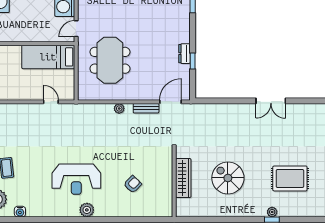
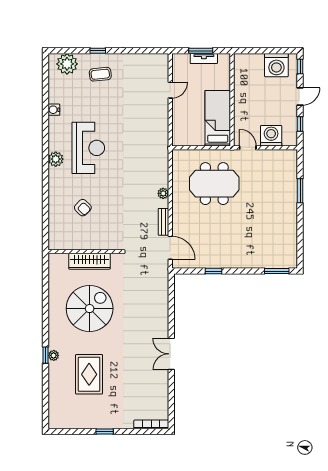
dresser: (184, 54) -> (221, 263), removed
door: (51, 102) -> (170, 90), moved
spiral stairs: (228, 178) -> (90, 309), width x1.37, depth x1.37
reception desk: (76, 179) -> (88, 148), turned 180
water cooler: (20, 212) -> (54, 110), moved

